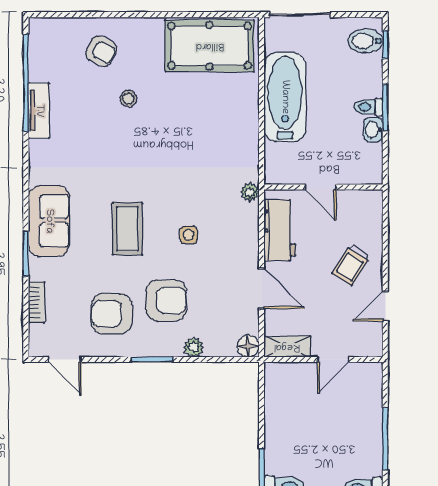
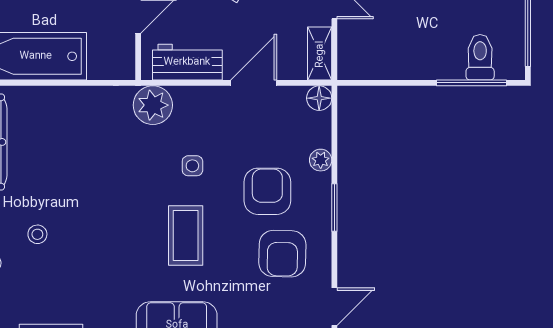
plant: (250, 192) -> (153, 105), width x1.87, depth x1.87
coffee table: (127, 229) -> (186, 235), turned 90

